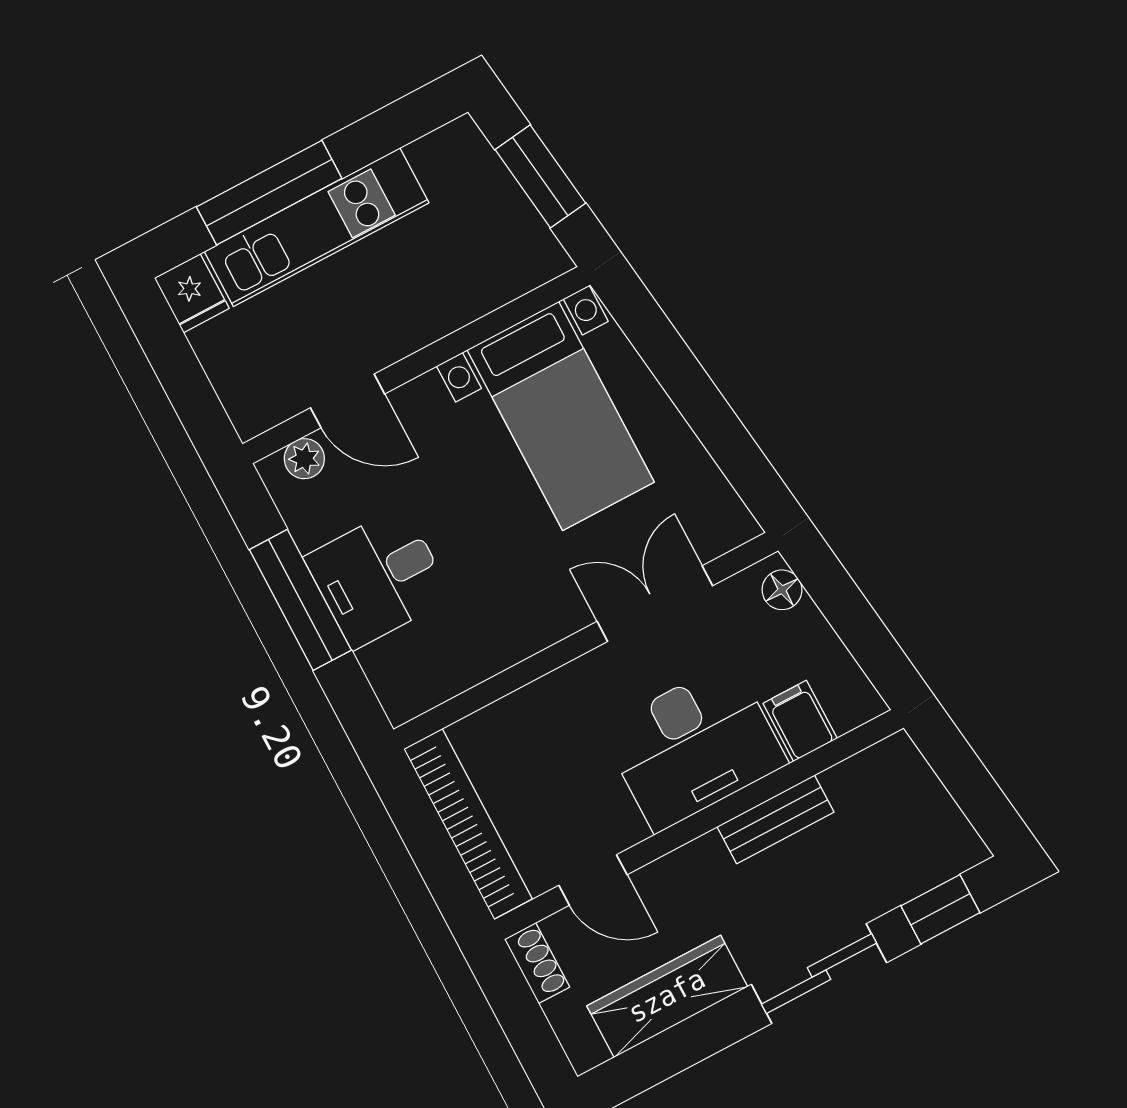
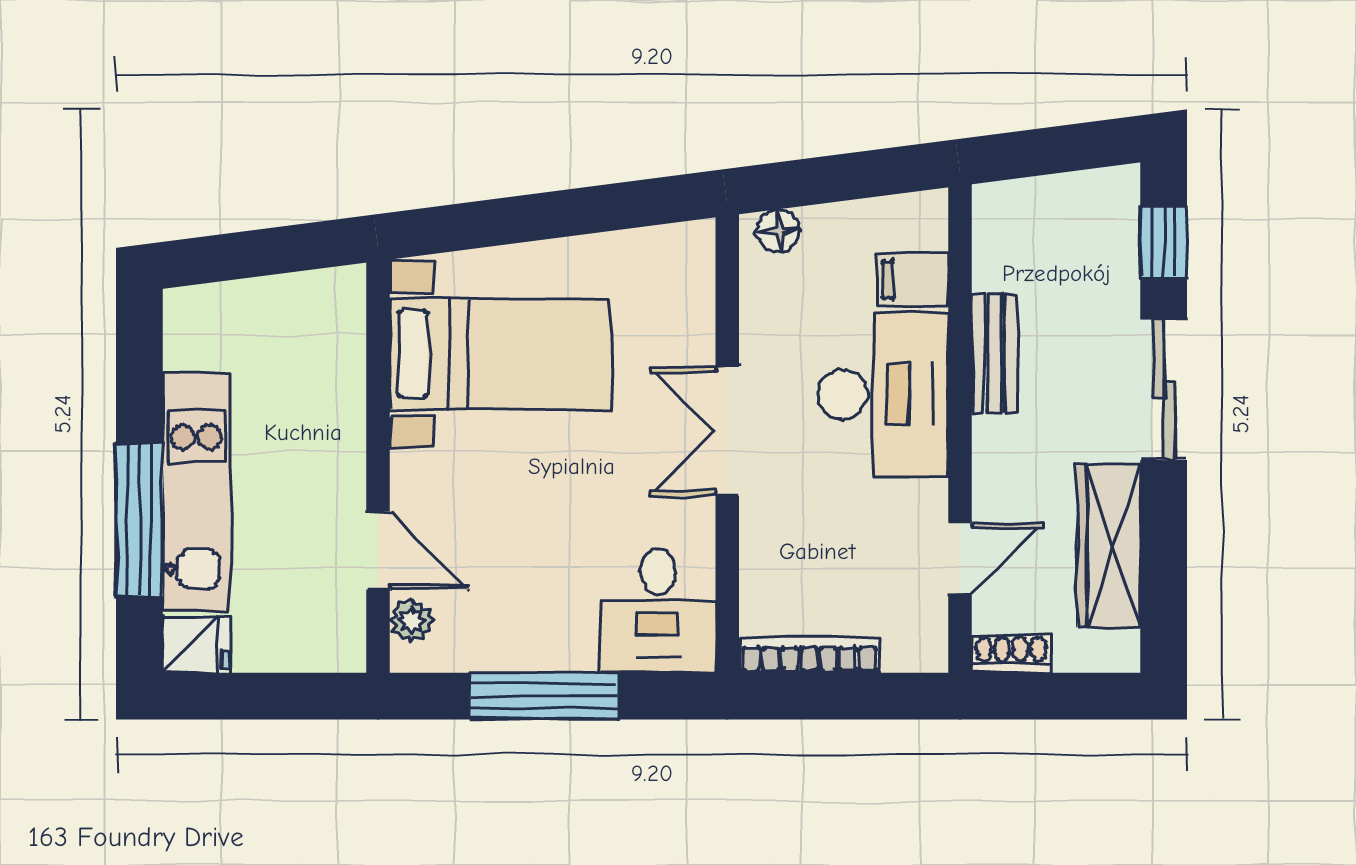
window: (540, 176) -> (261, 253), removed
door: (348, 401) -> (378, 550), hinge flipped
desk: (378, 577) -> (658, 610), moved
double door: (655, 604) -> (727, 431), moved
bookcase: (468, 824) -> (809, 655), width x0.68, depth x0.76

